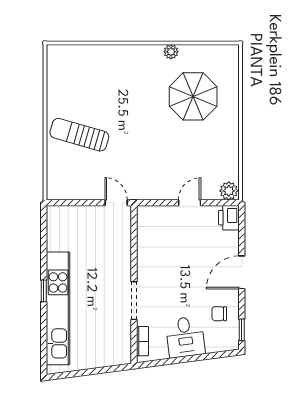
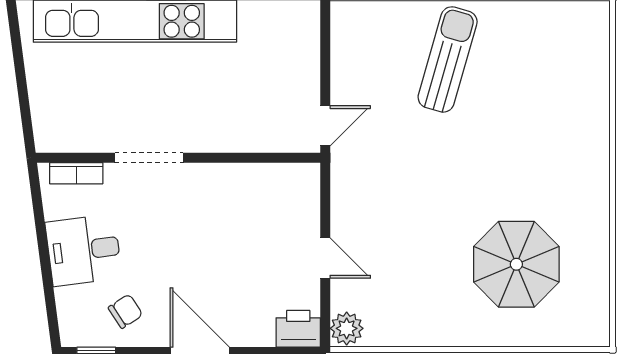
plant: (171, 52) -> (597, 224), removed
chair: (219, 314) -> (125, 311), turned 57

